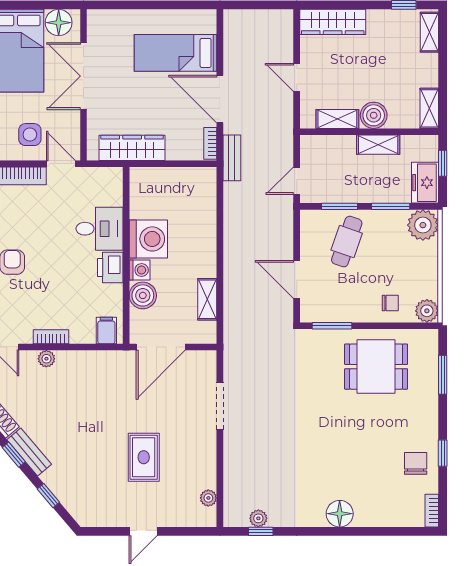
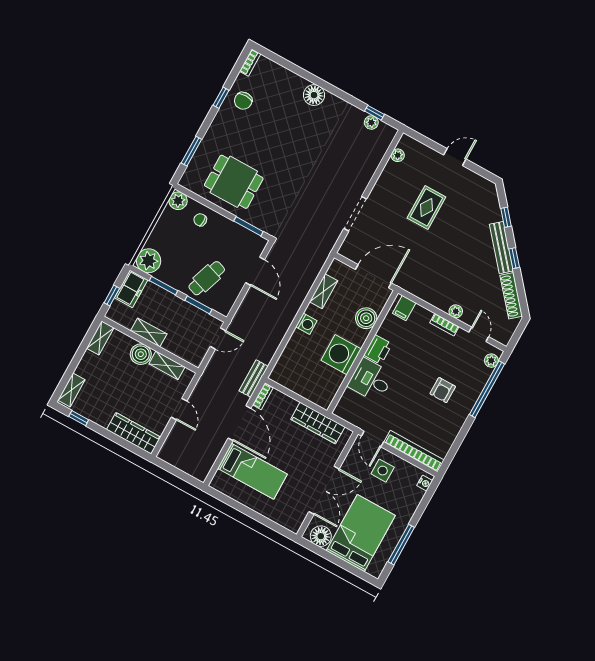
washing machine: (140, 270) -> (306, 324), moved, turned 180
bench: (29, 452) -> (501, 248), width x1.36

